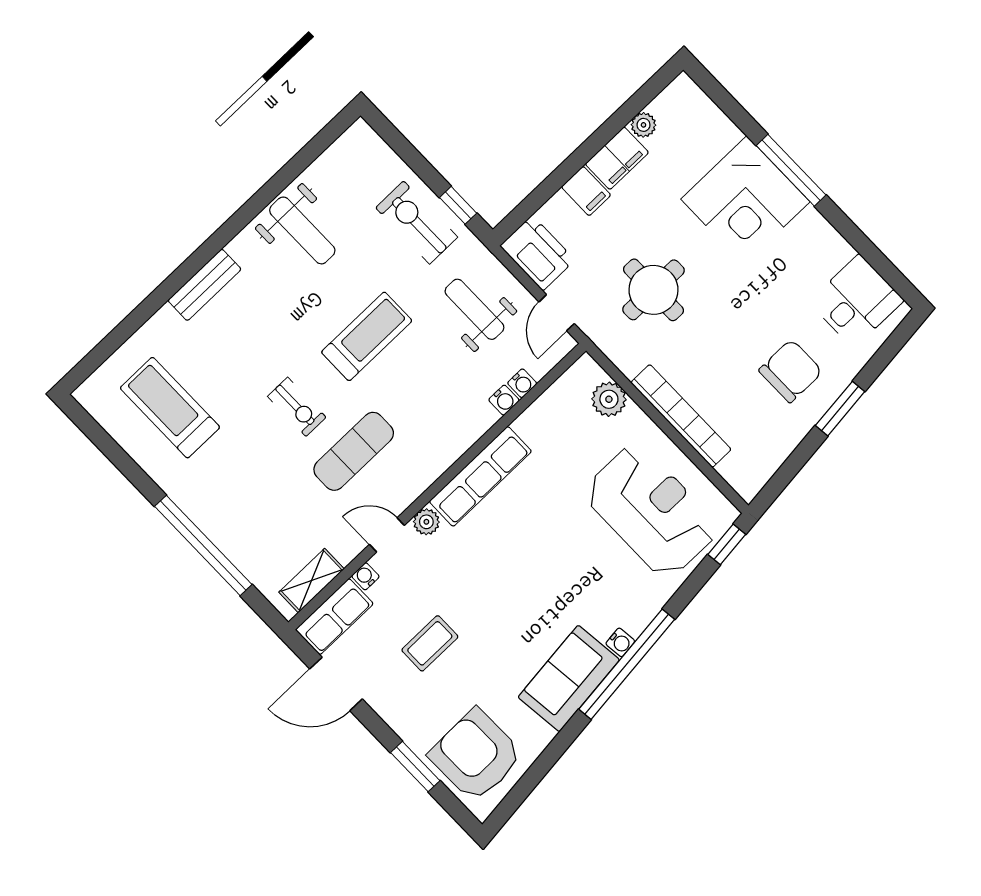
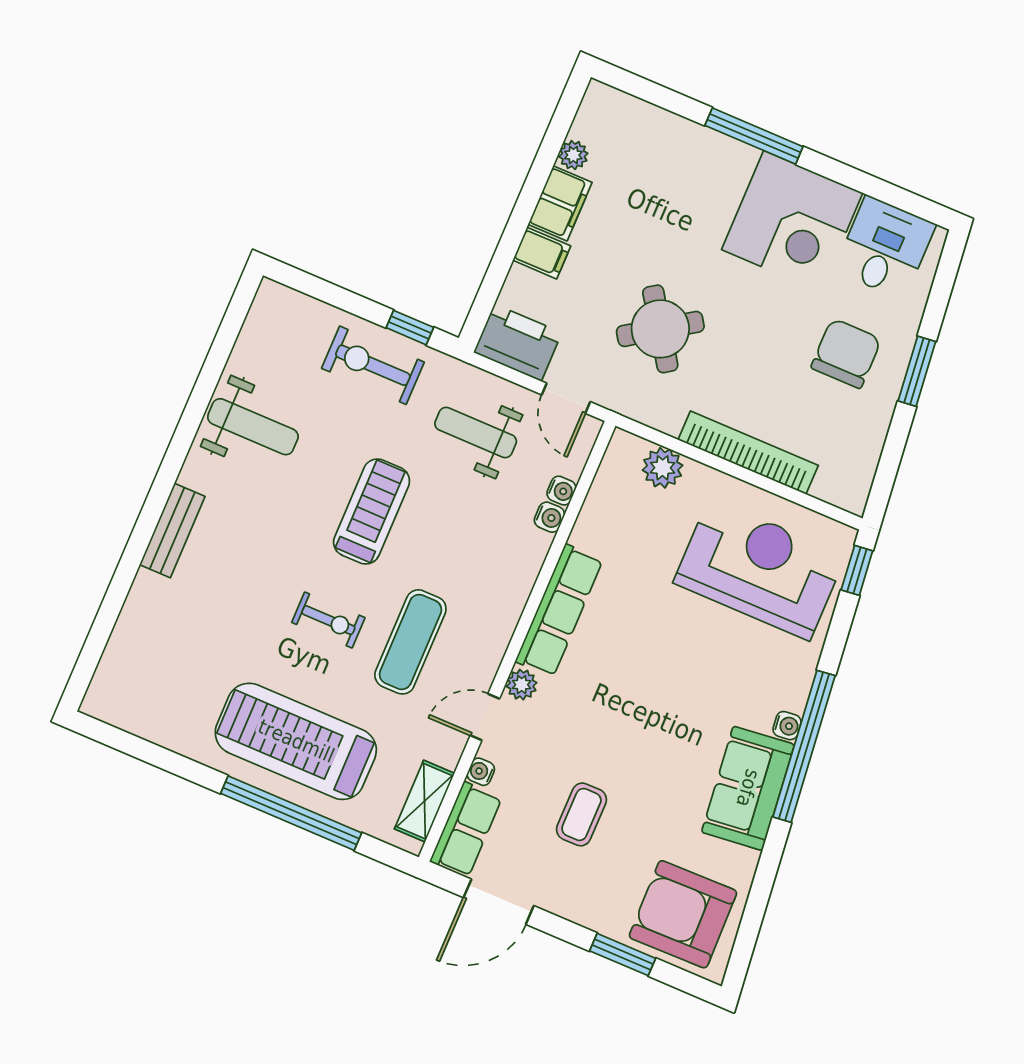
corner desk: (745, 200) -> (792, 221), moved
round table: (653, 290) -> (660, 329), turned -34
treadmill: (170, 408) -> (296, 741), moved, width x1.37, depth x1.38

